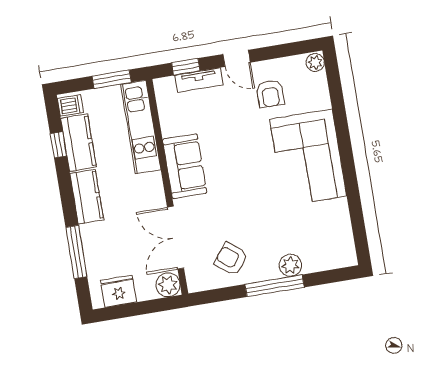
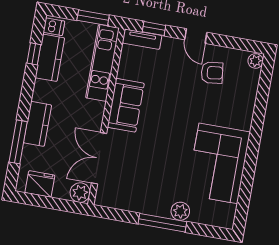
tv unit: (199, 80) -> (142, 39), moved
armchair: (270, 94) -> (212, 73), turned -97
corner sofa: (308, 158) -> (218, 163), moved
kitchen counter: (87, 197) -> (37, 124), moved
armchair: (231, 259) -> (136, 190), removed

